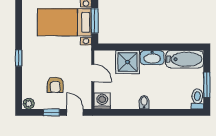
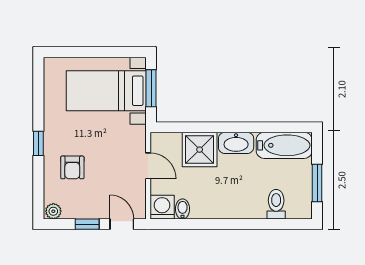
armchair: (55, 85) -> (72, 167), moved
toilet: (197, 99) -> (276, 204), moved
bidet: (144, 102) -> (183, 209), moved

